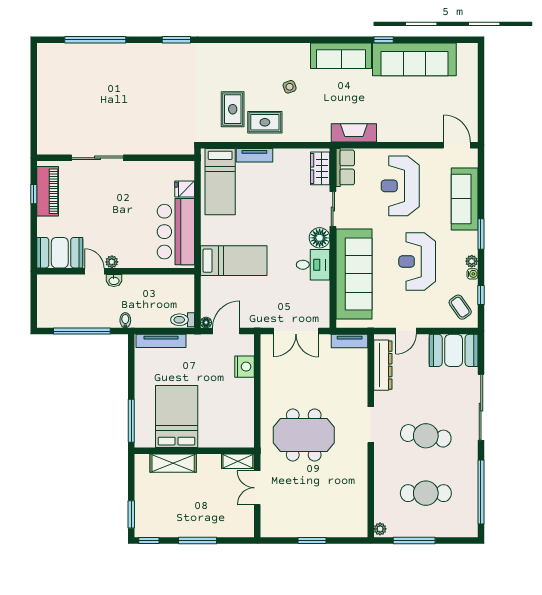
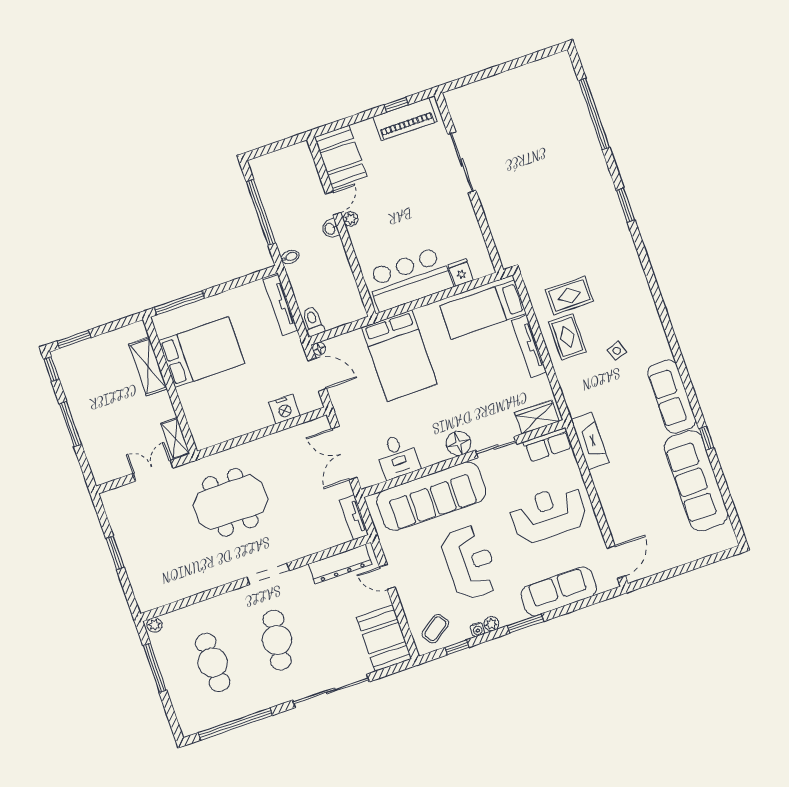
tv unit: (254, 155) -> (529, 346), width x1.41
bed: (234, 261) -> (399, 356), width x1.50
reception desk: (417, 261) -> (470, 562), turned 90
desk: (313, 265) -> (397, 456), moved
meeting table: (304, 435) -> (230, 502), turned 90

